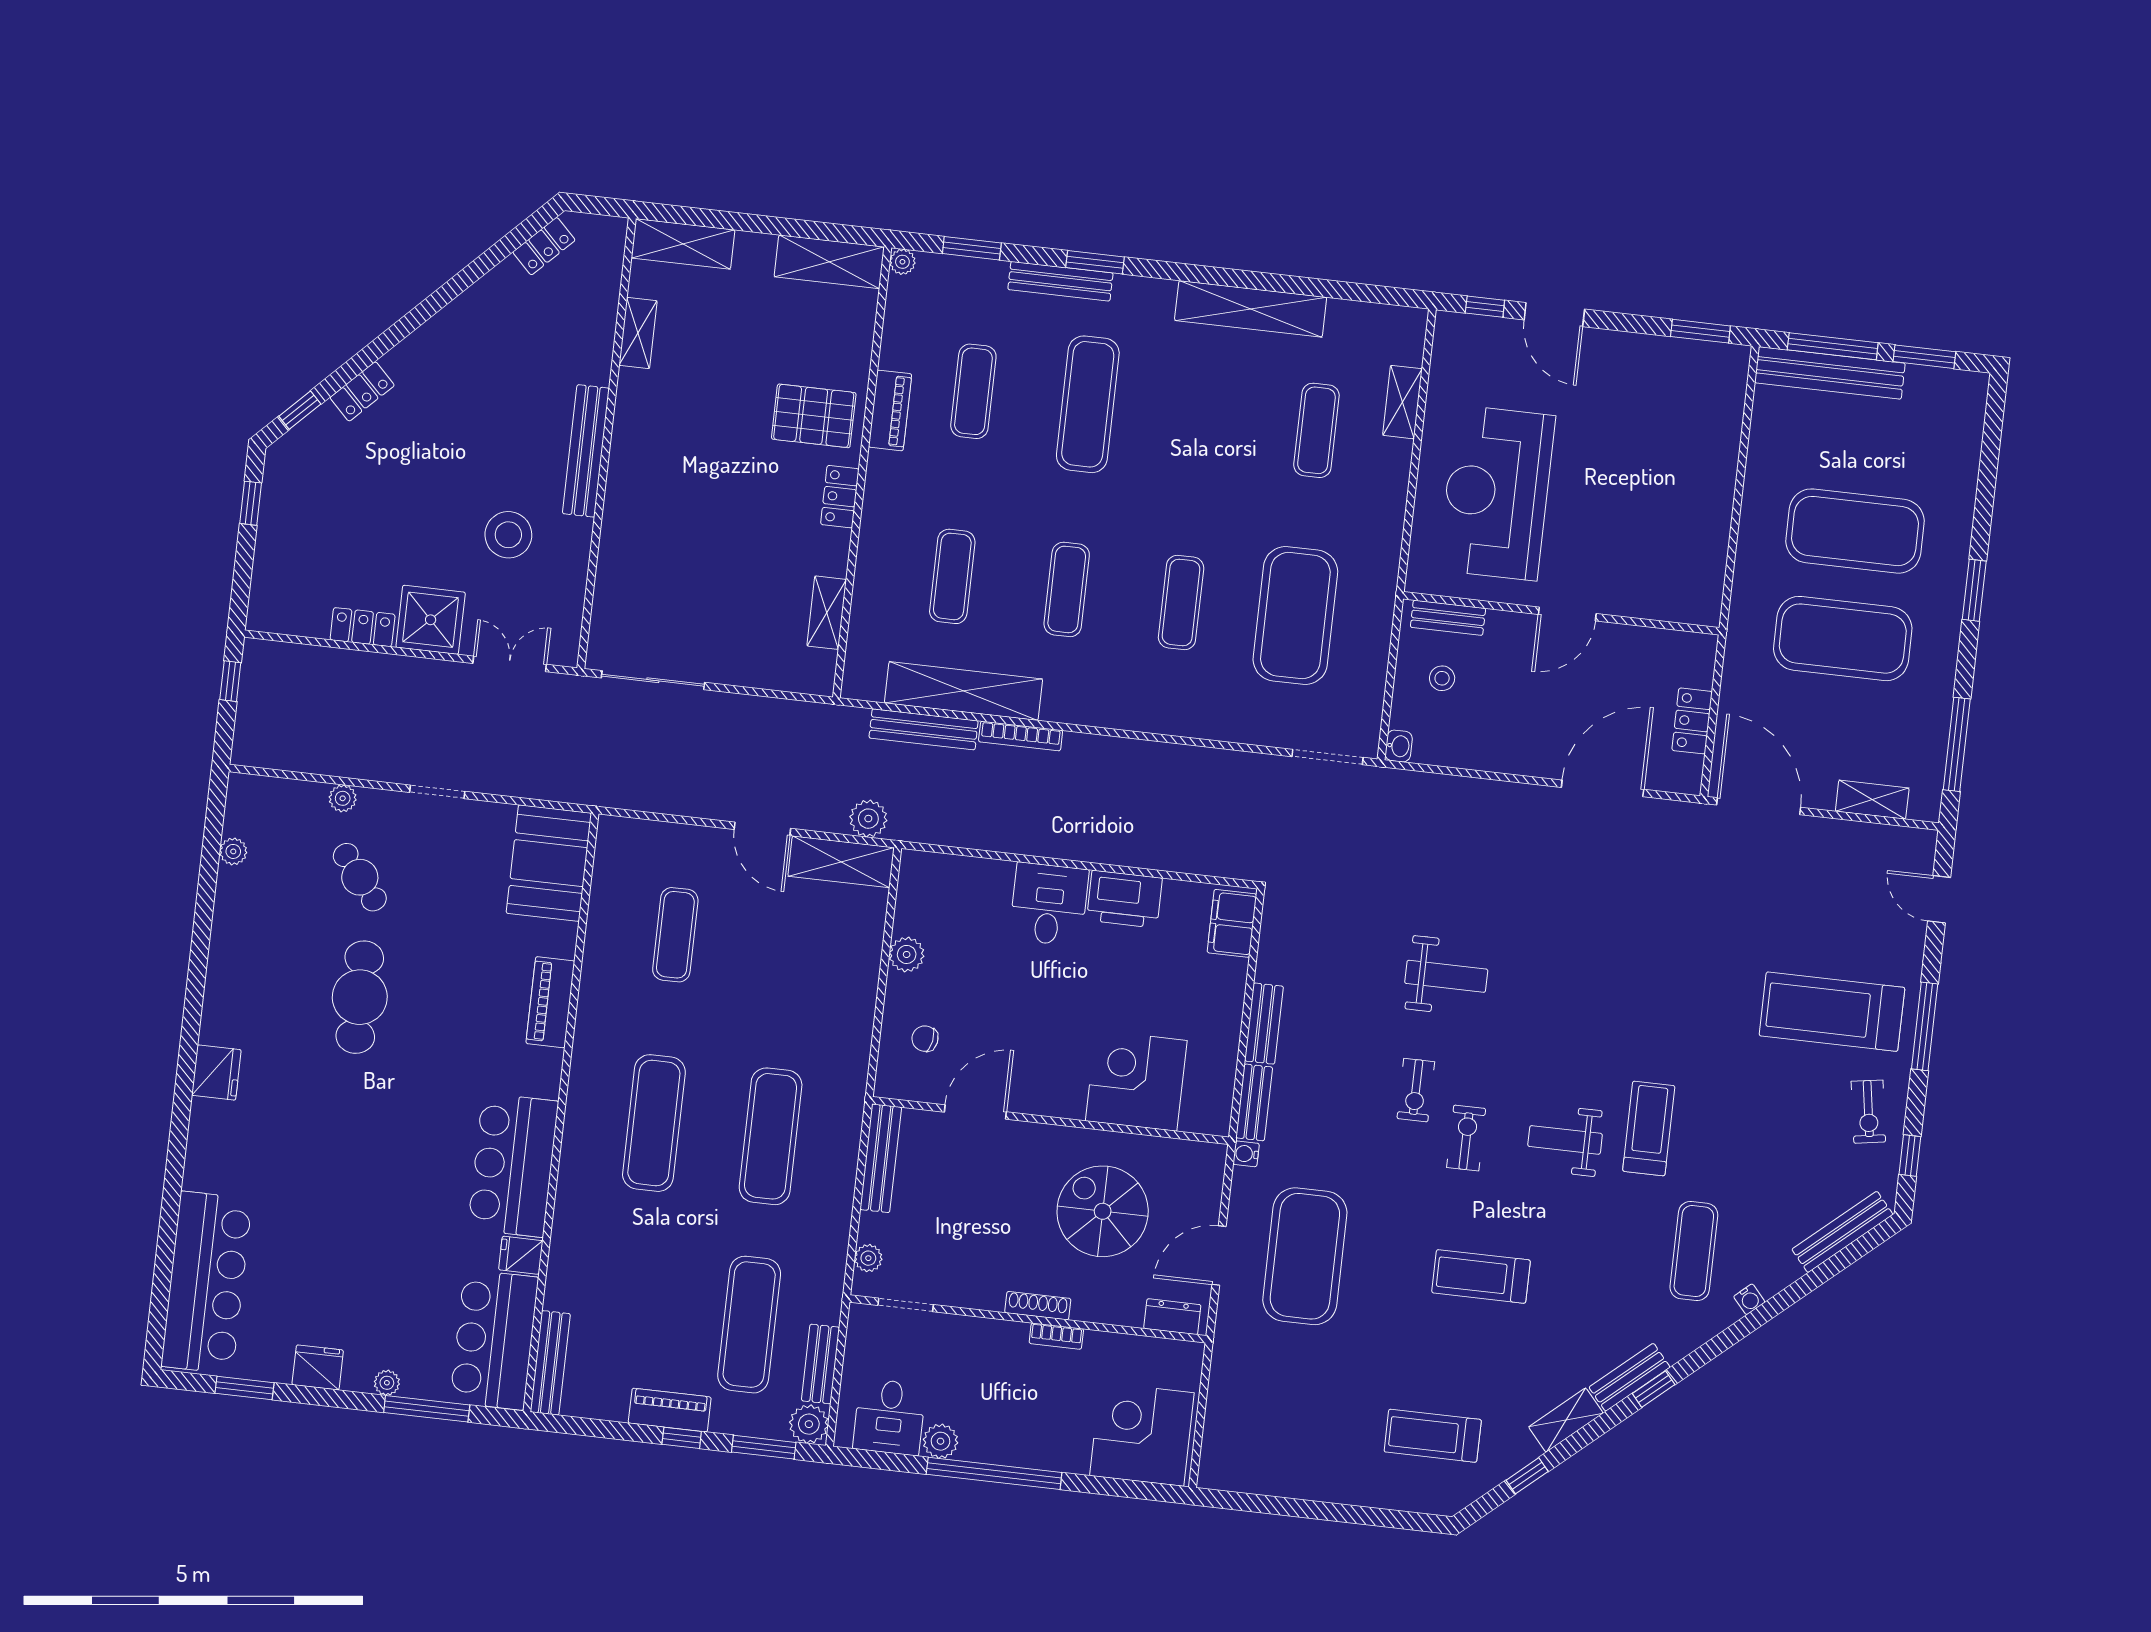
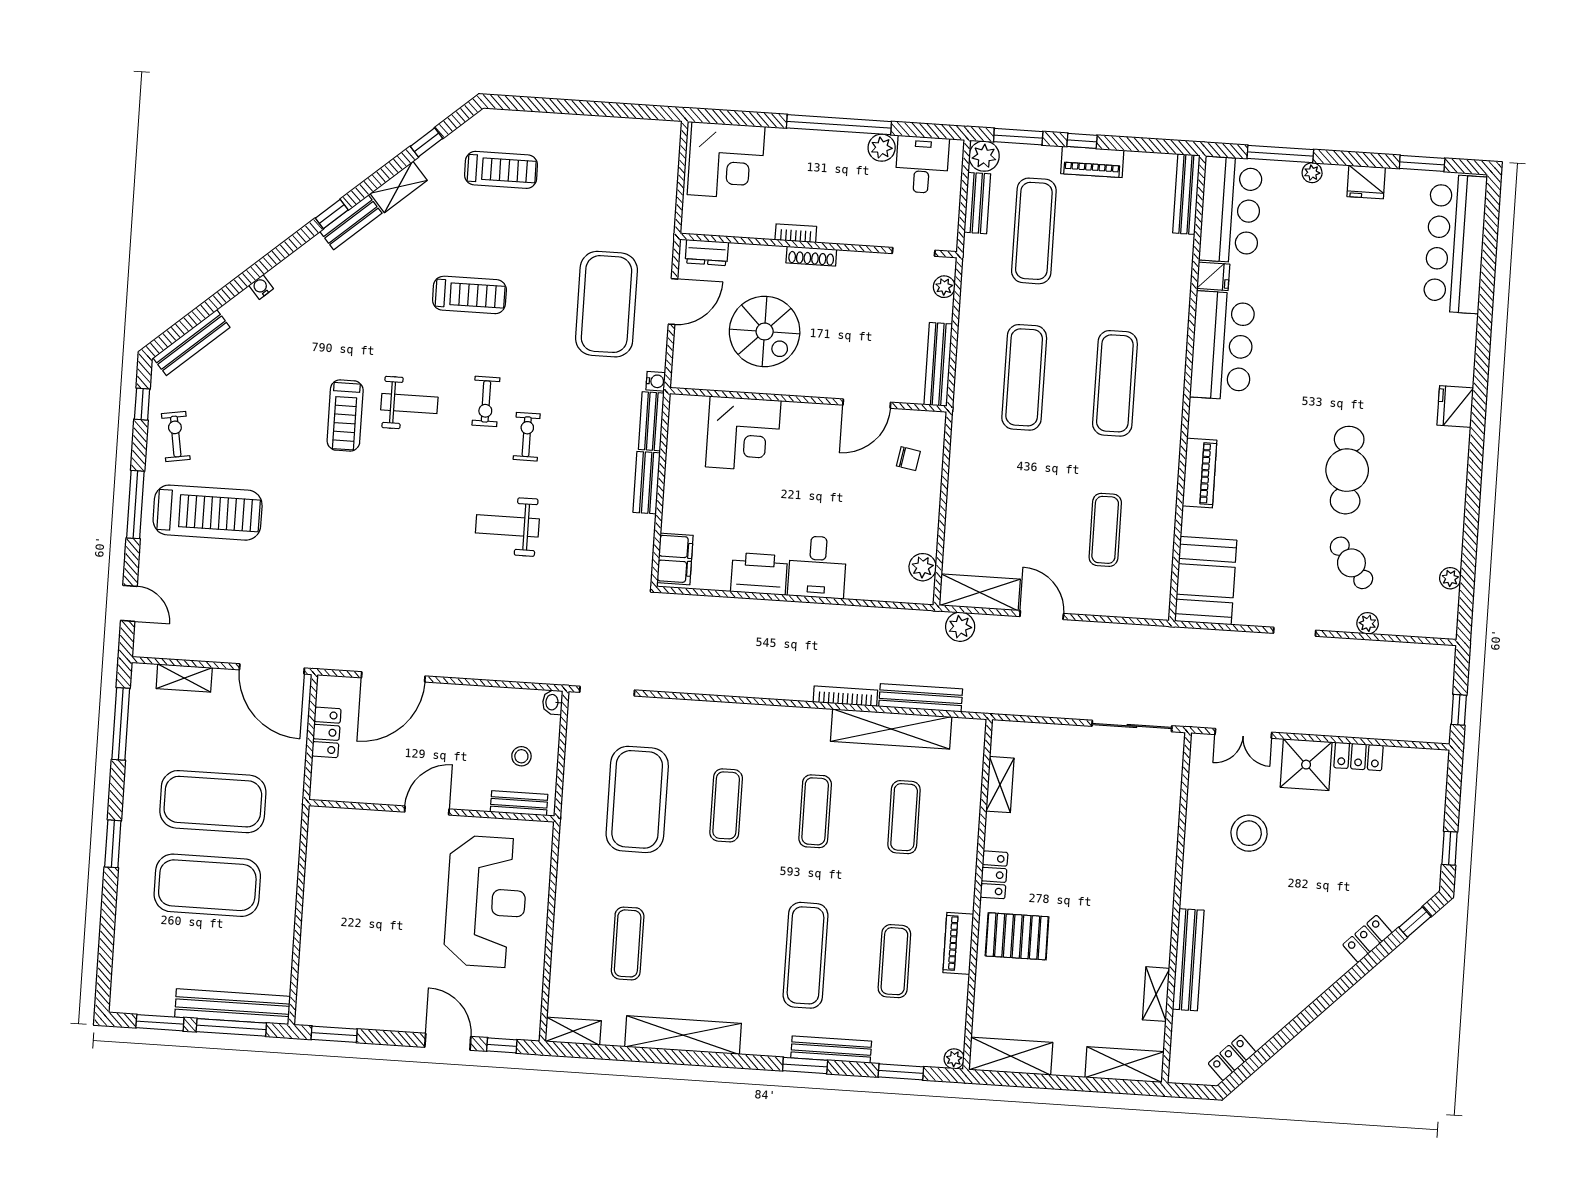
shelving: (1402, 402) -> (573, 1031), moved, turned 90
bench: (586, 451) -> (1188, 960), moved
plant: (907, 954) -> (923, 567), moved
exercise mat: (1694, 1251) -> (306, 322), removed

